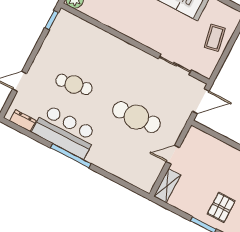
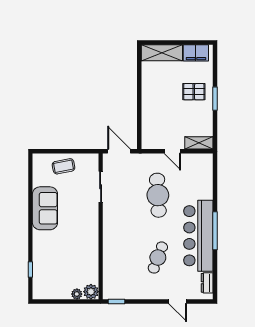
cafe table: (74, 84) -> (158, 258), turned 30
bar counter: (65, 132) -> (198, 236), width x1.36

